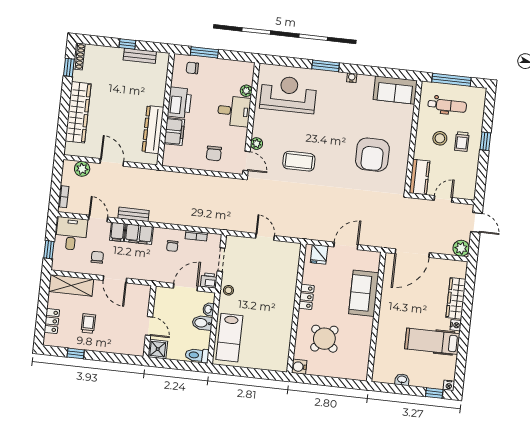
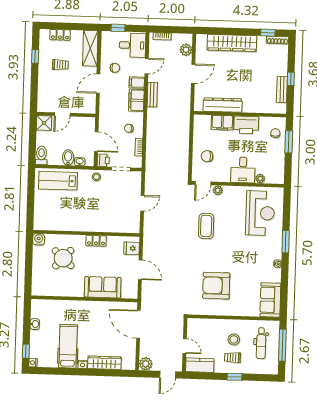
kitchen counter: (420, 177) -> (200, 365), moved, turned 180

